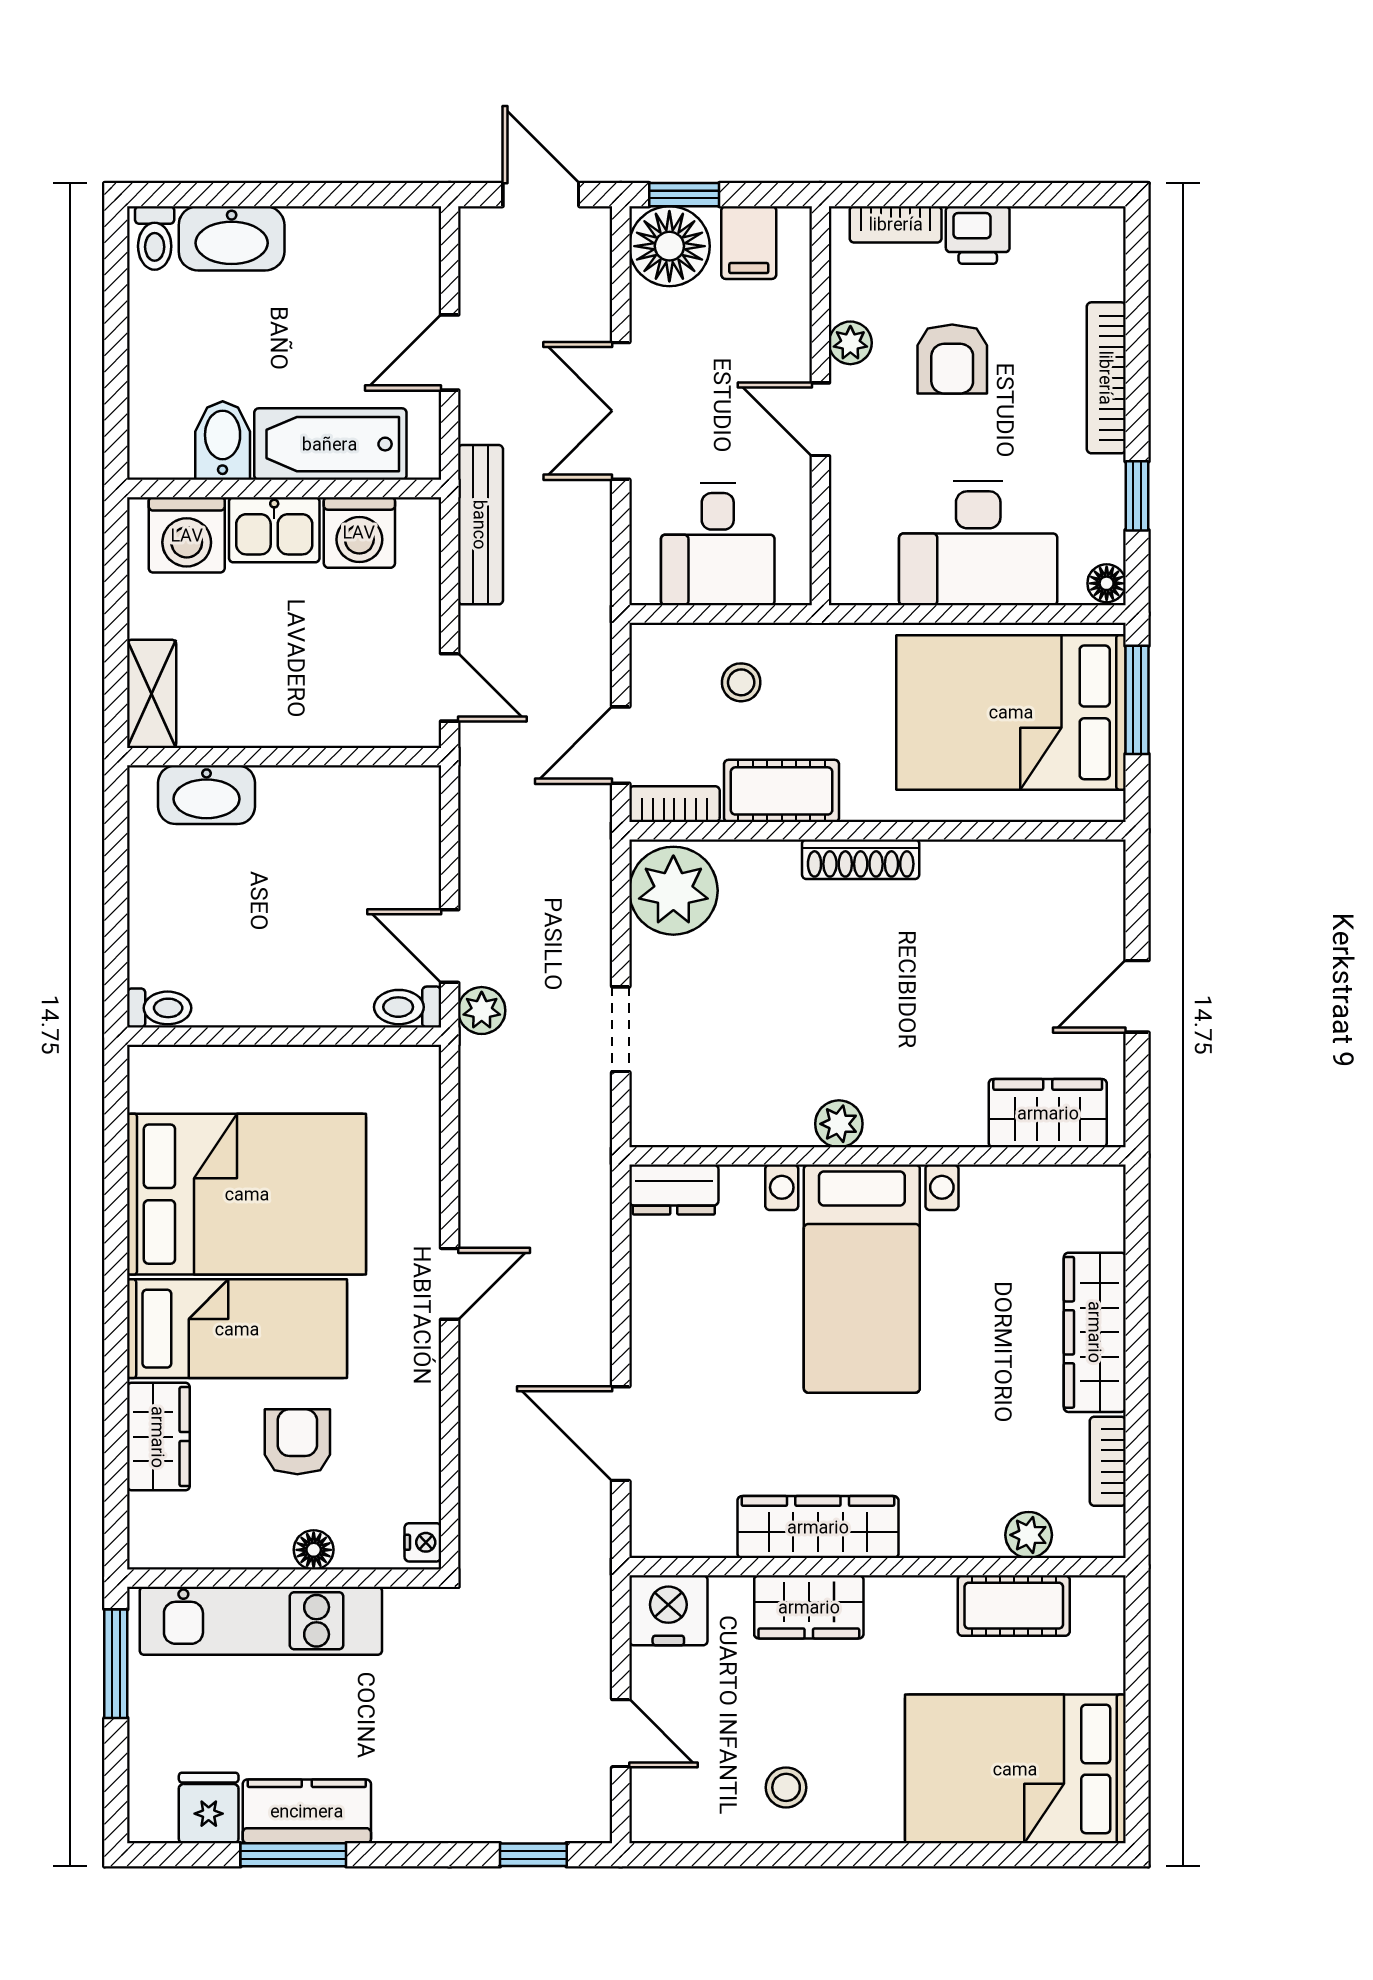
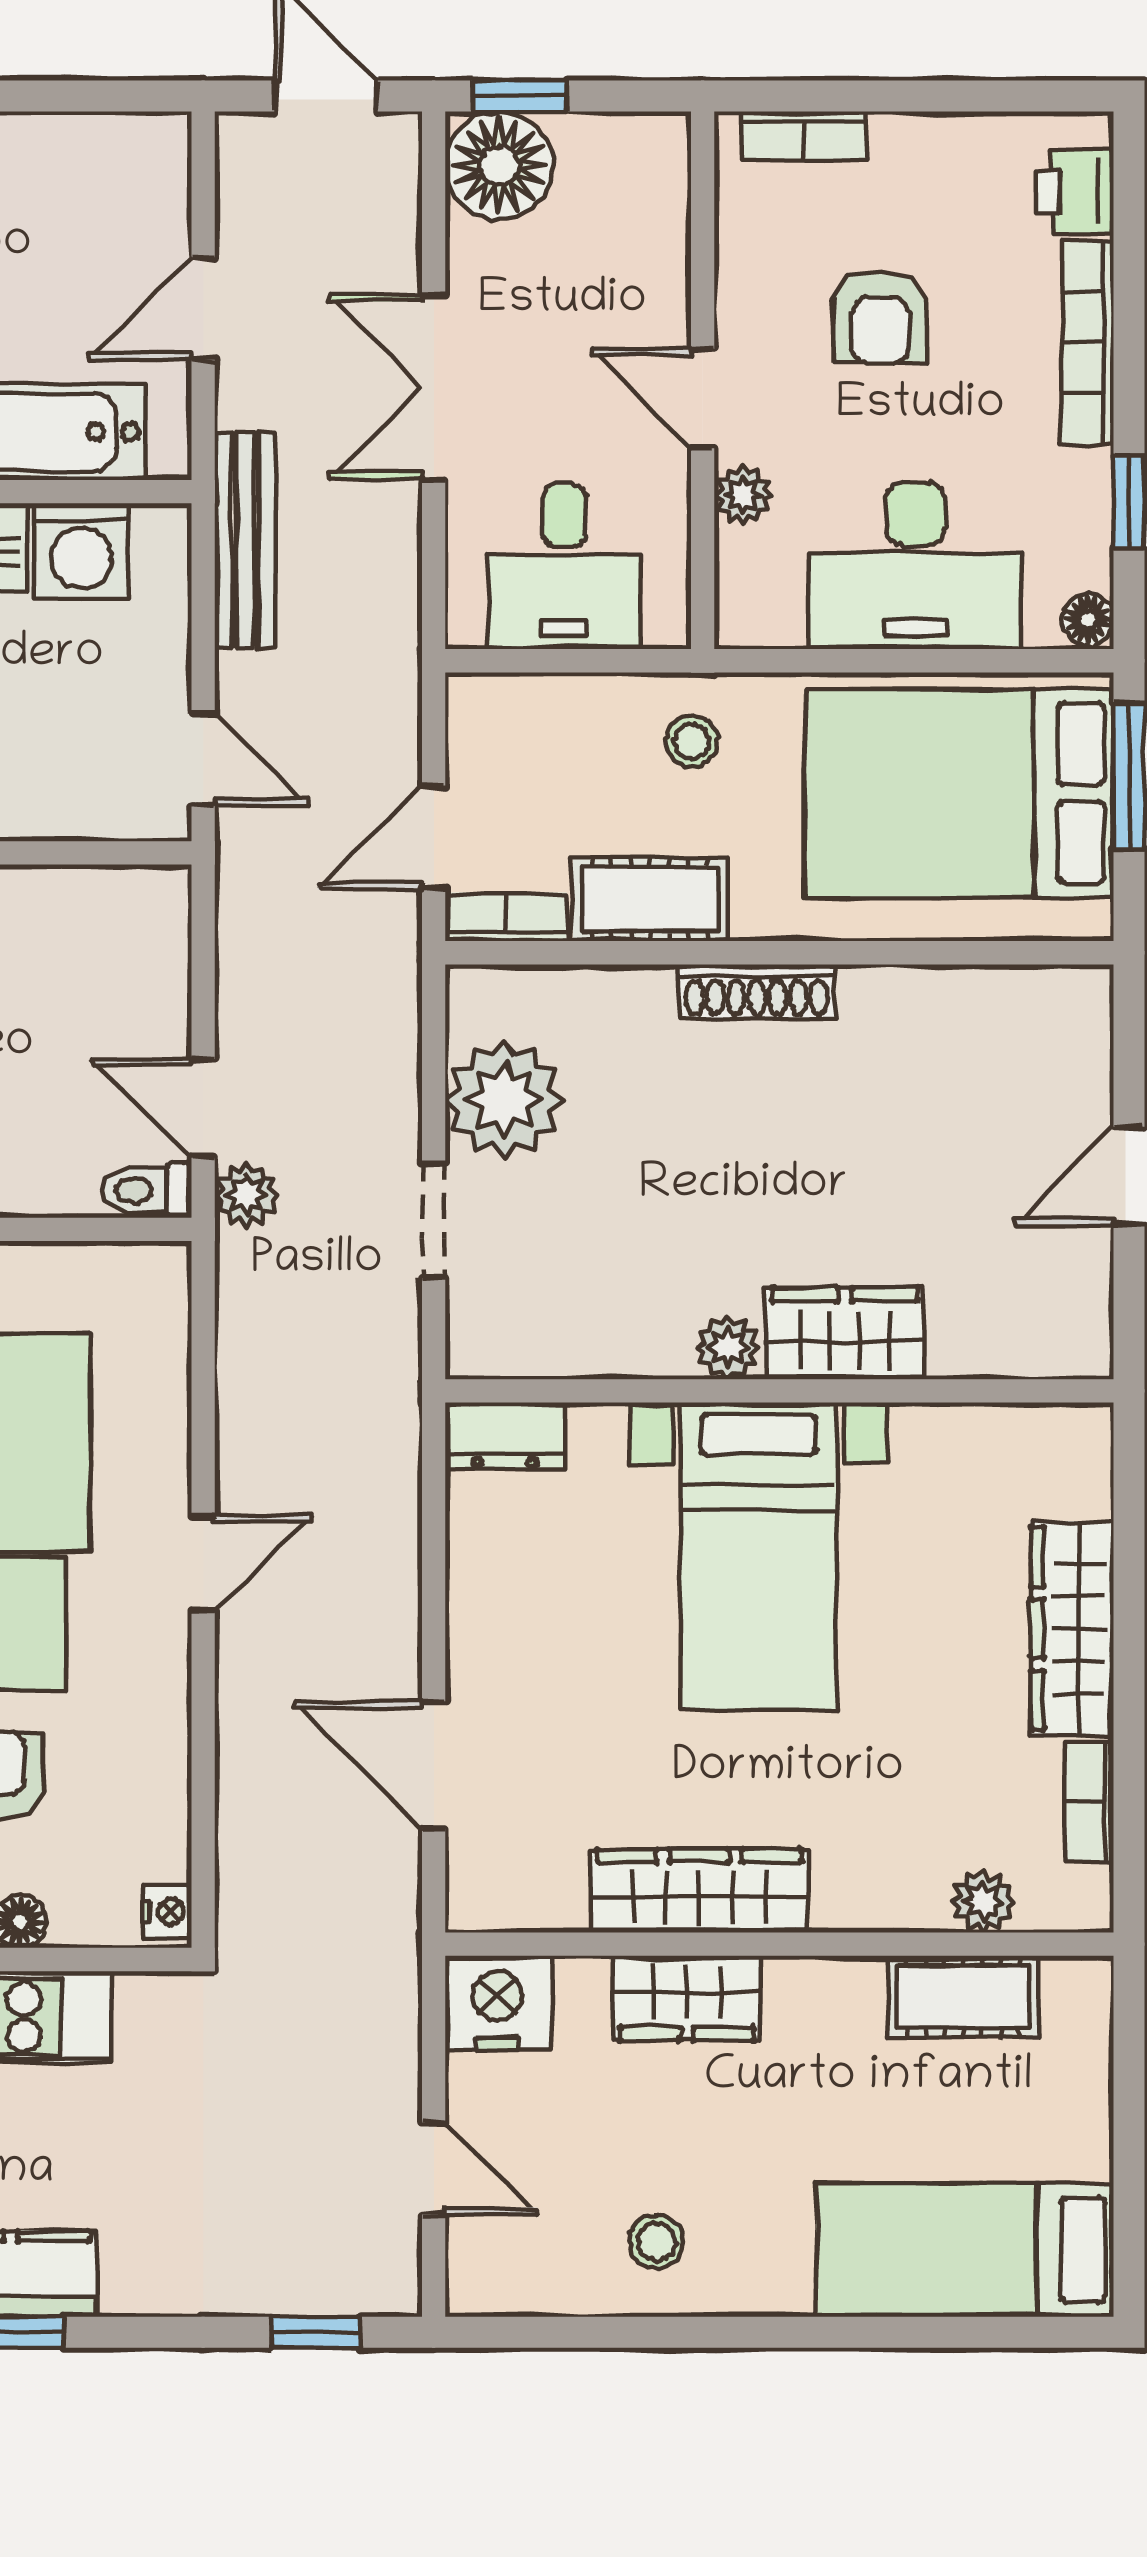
printer: (978, 235) -> (1075, 192), moved, turned 90
filing cabinet: (749, 243) -> (606, 160), removed
plant: (850, 343) -> (743, 495), moved
stool: (741, 682) -> (692, 741), moved
plant: (673, 891) -> (505, 1100), moved
wardrobe: (1048, 1113) -> (845, 1333), moved
bed: (1015, 1769) -> (965, 2250), width x0.67

